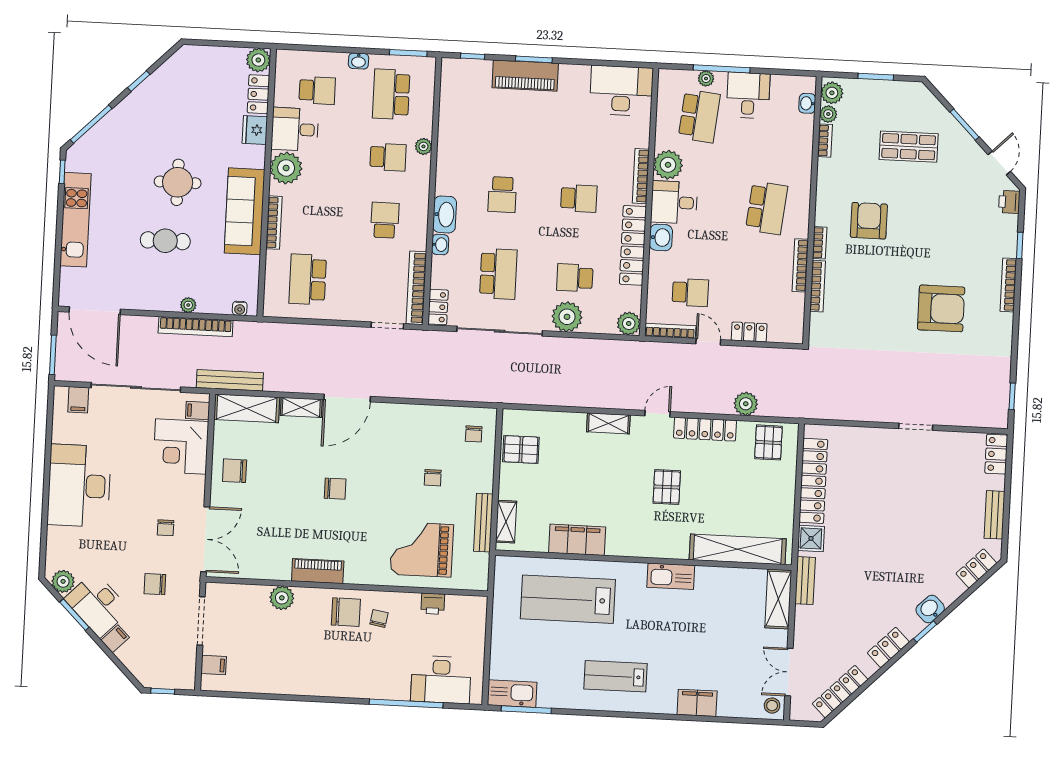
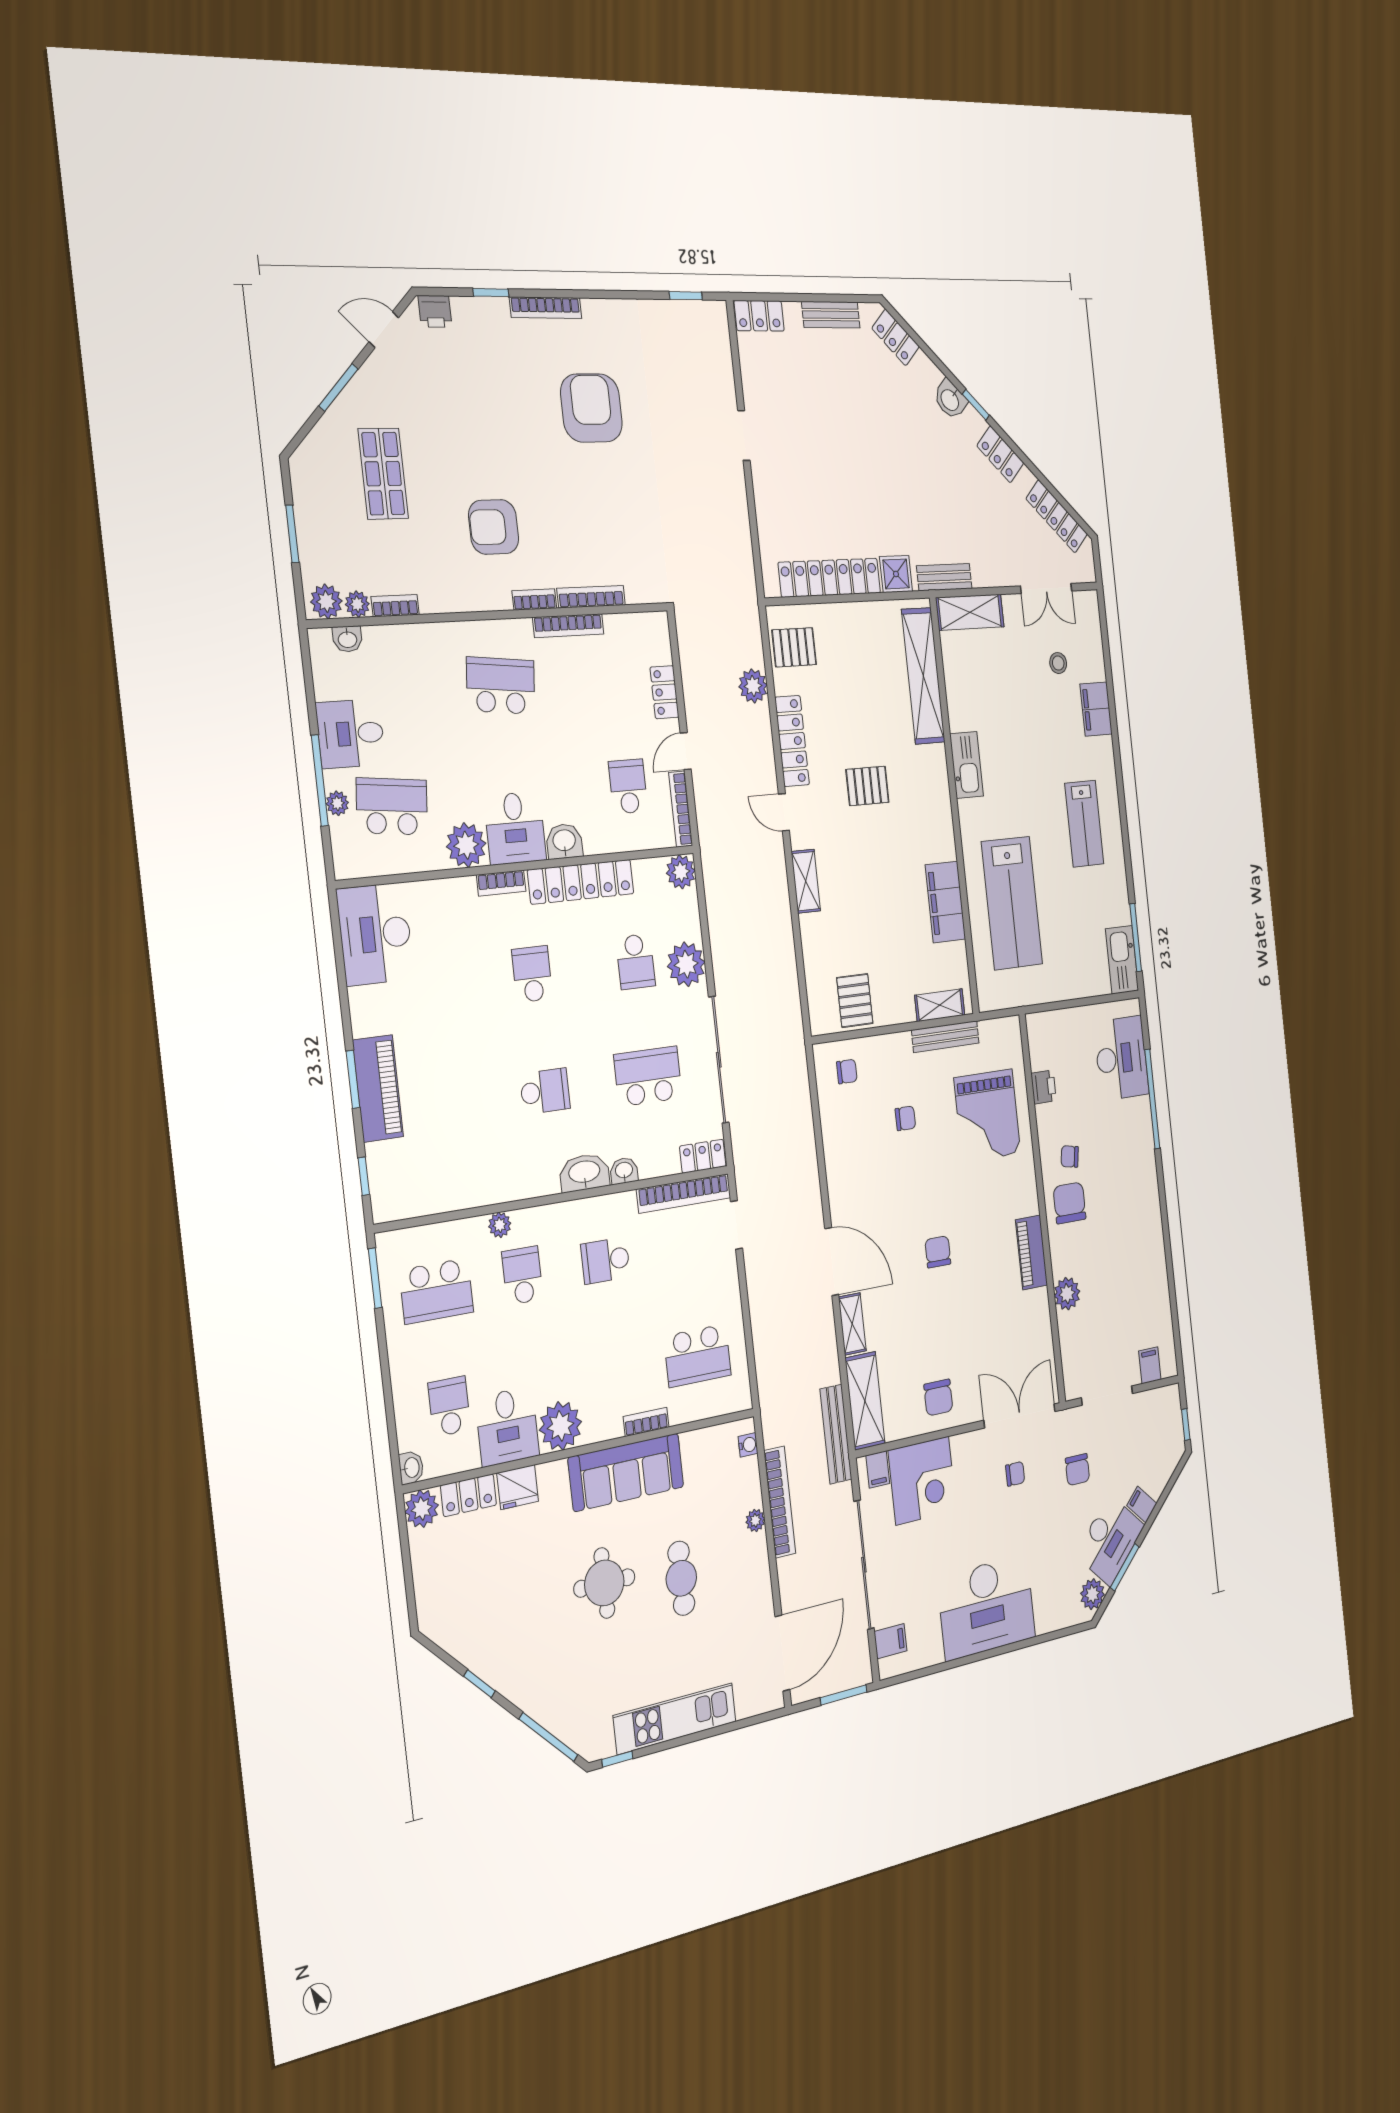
washbasin: (358, 61) -> (411, 1468), moved
bookcase: (641, 176) -> (501, 883), width x0.64
bookcase: (274, 223) -> (646, 1422), width x0.64
stool: (772, 706) -> (1058, 663), moved

